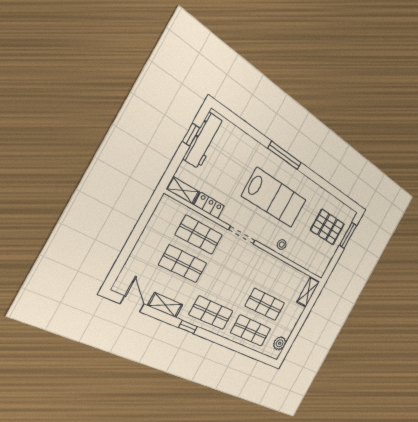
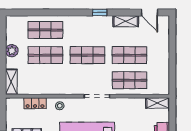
locker: (209, 205) -> (35, 103), moved
shop shelf: (211, 313) -> (87, 55), moved
plant: (280, 343) -> (12, 51), moved

